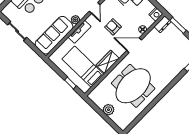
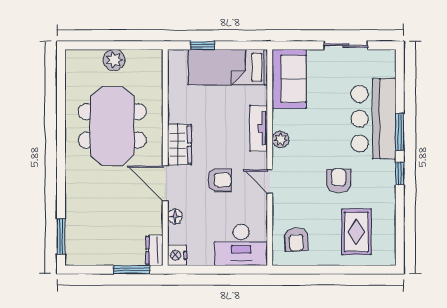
sofa: (54, 35) -> (289, 79), width x0.73
door: (134, 45) -> (165, 183), swing flipped
wardrobe: (108, 62) -> (179, 145), moved
bed: (83, 67) -> (228, 67), moved, turned 180

